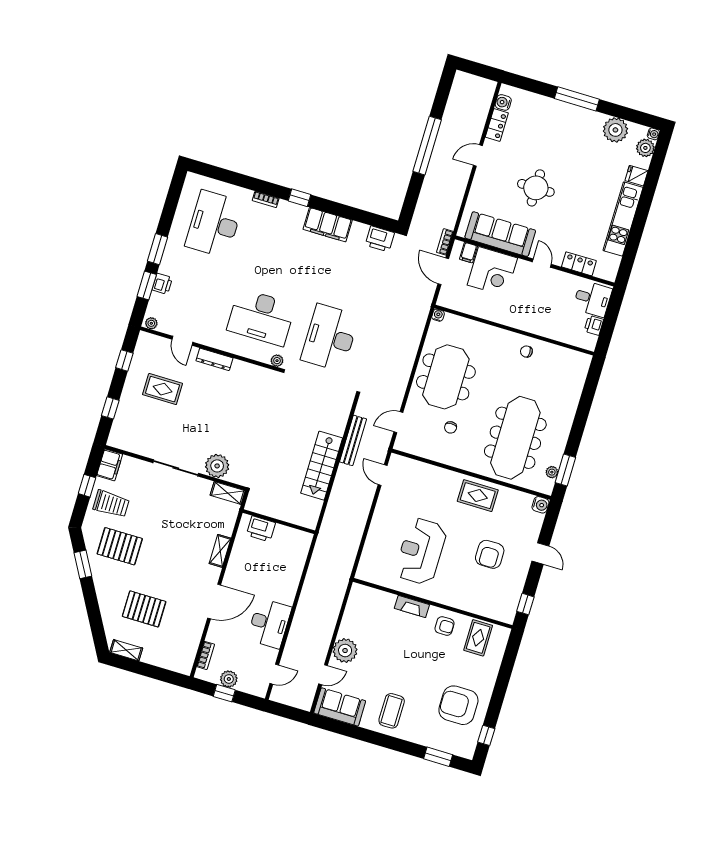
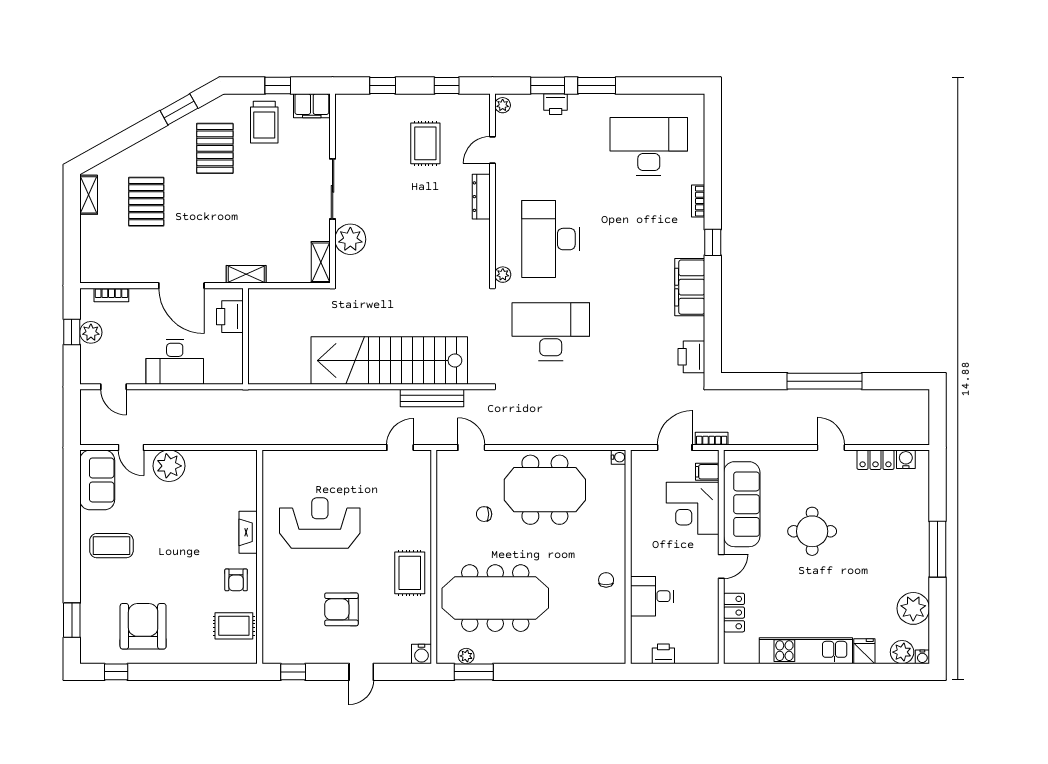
desk: (593, 299) -> (652, 596), moved, turned 90
stairs: (322, 466) -> (389, 361), width x1.86, depth x1.51
wall: (279, 522) -> (245, 336), moved
printer: (261, 529) -> (230, 317), moved

